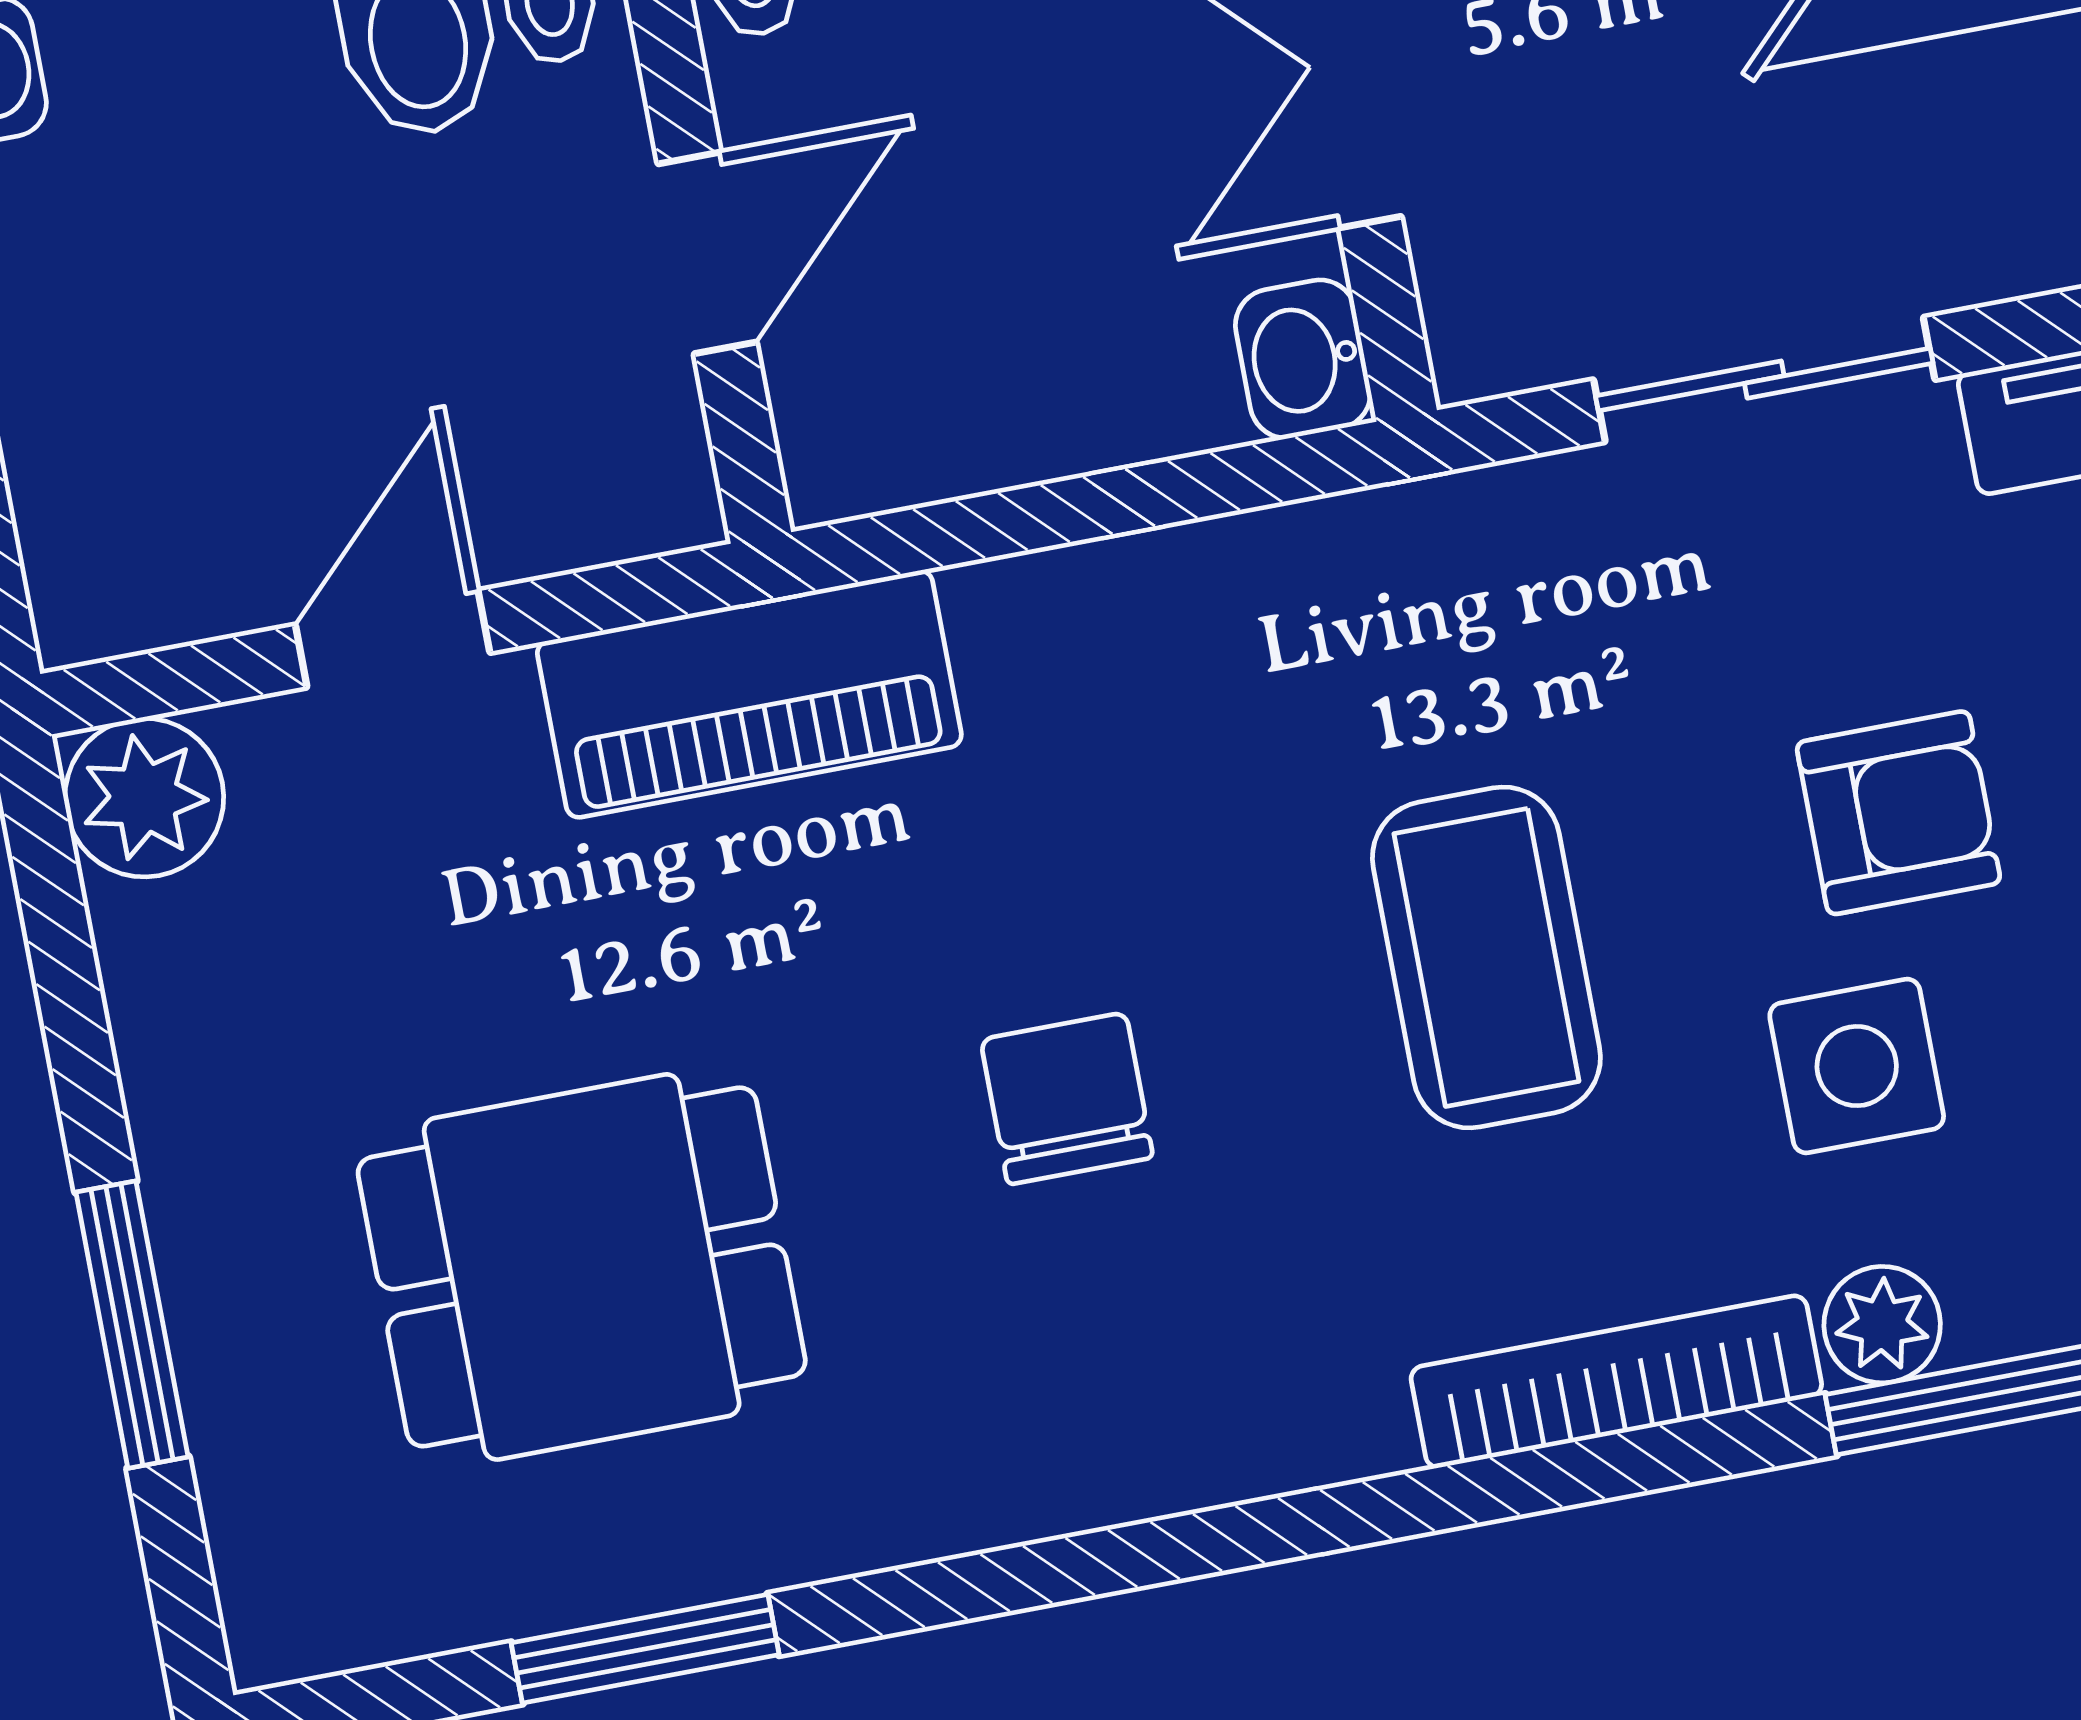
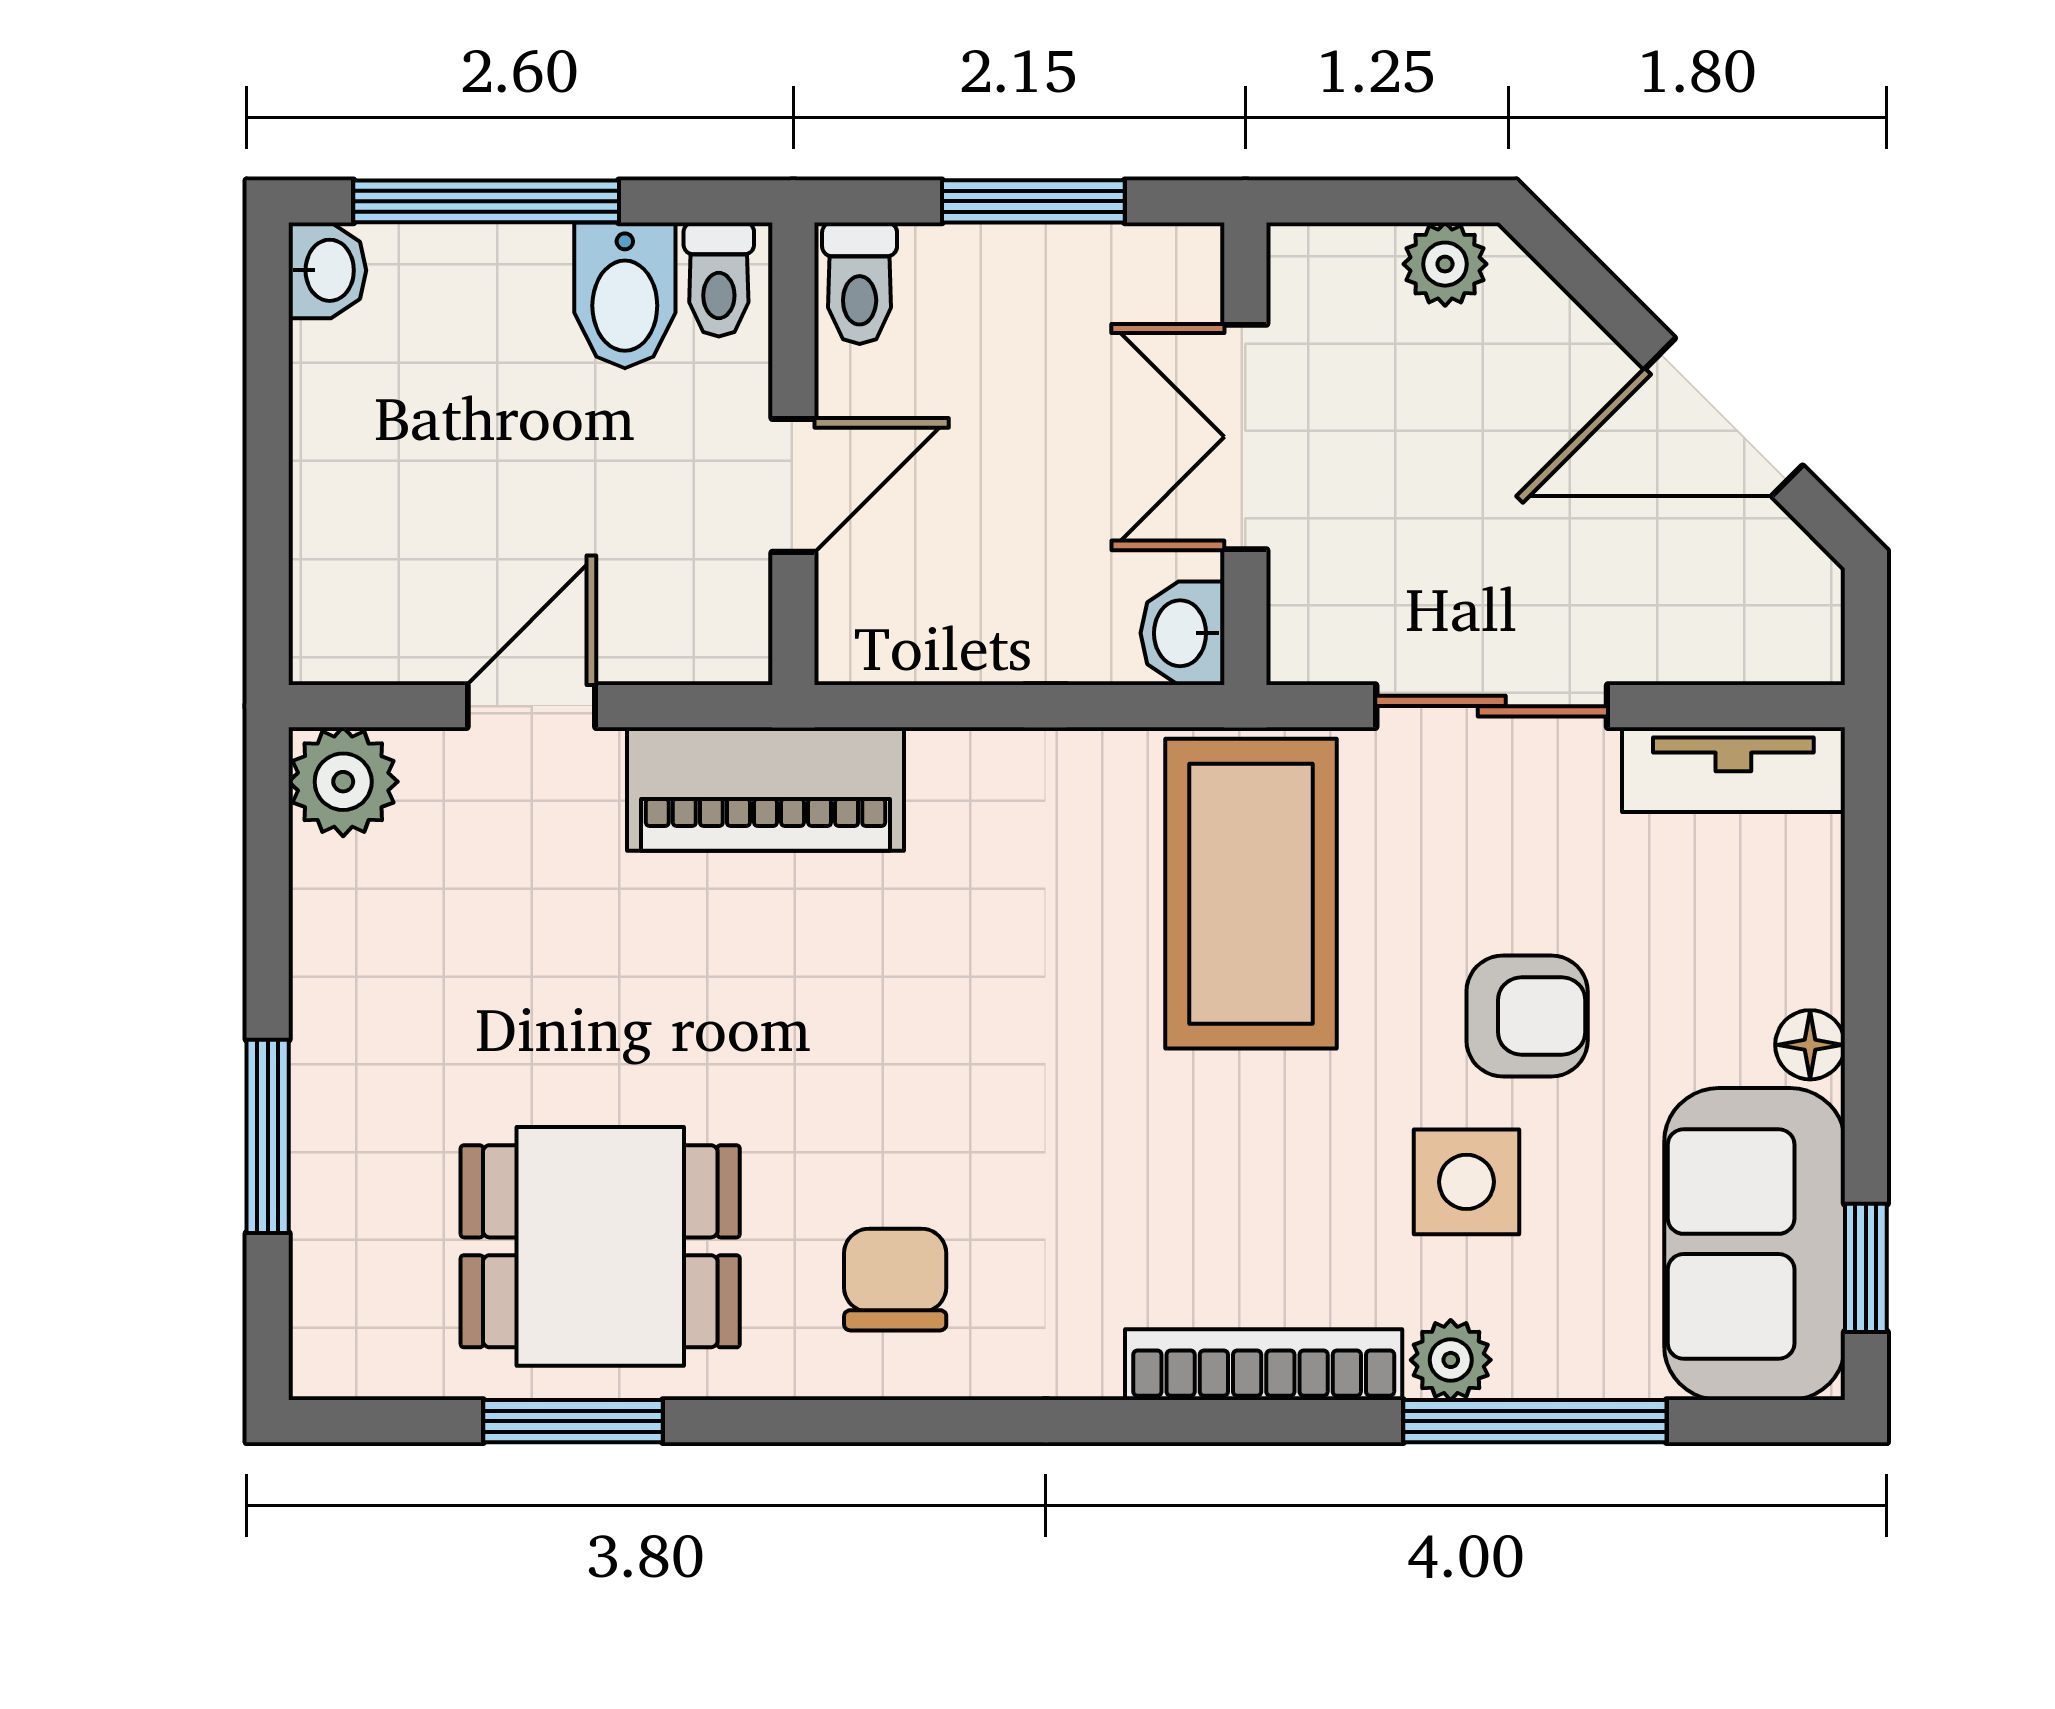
coffee table: (1486, 957) -> (1251, 894), moved, width x1.36, depth x1.32
chair: (1067, 1098) -> (895, 1280), moved
dining table: (582, 1267) -> (600, 1246), moved

